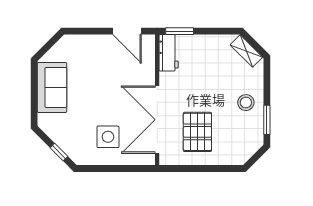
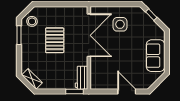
door: (127, 31) -> (127, 91), moved
stool: (246, 103) -> (32, 21), moved
pallet: (197, 132) -> (55, 40), moved

